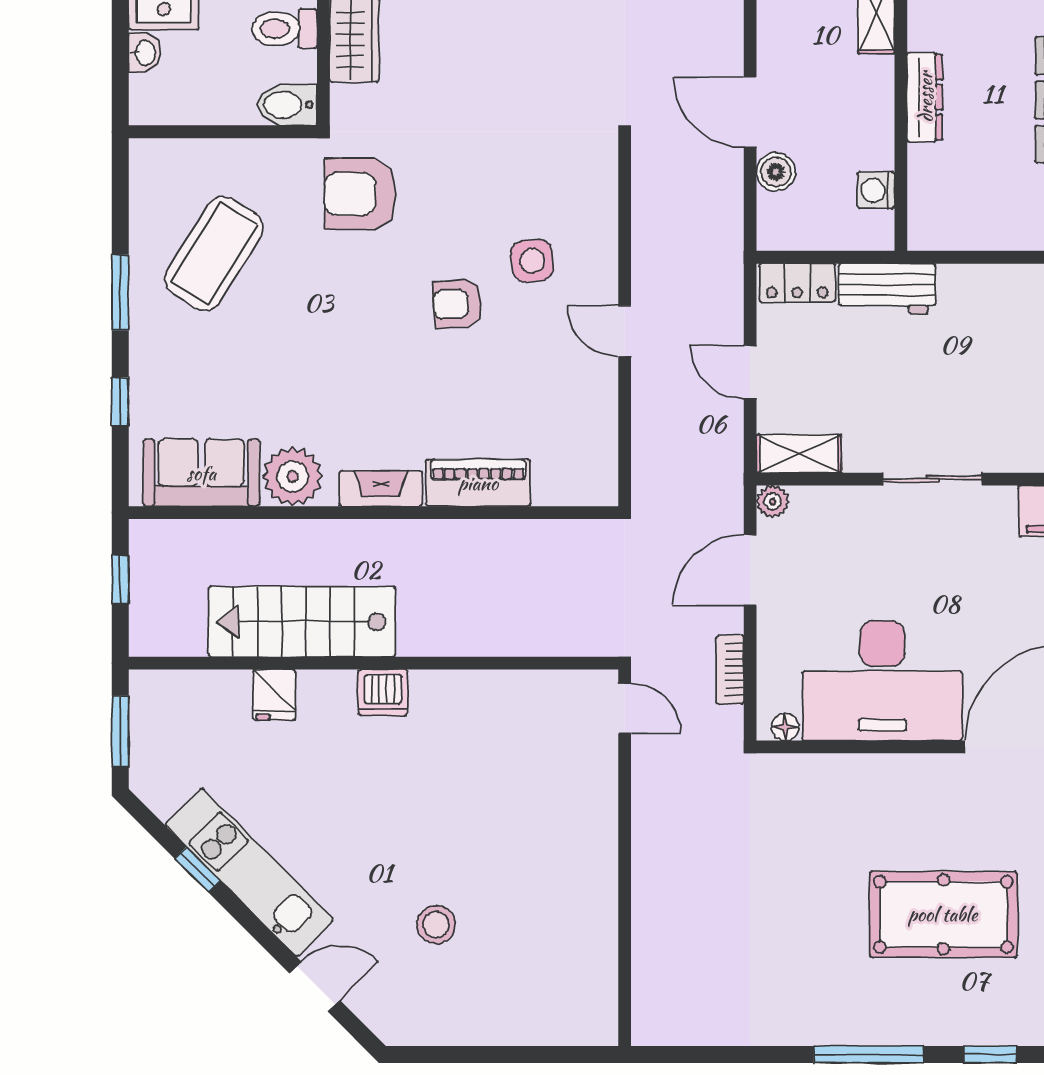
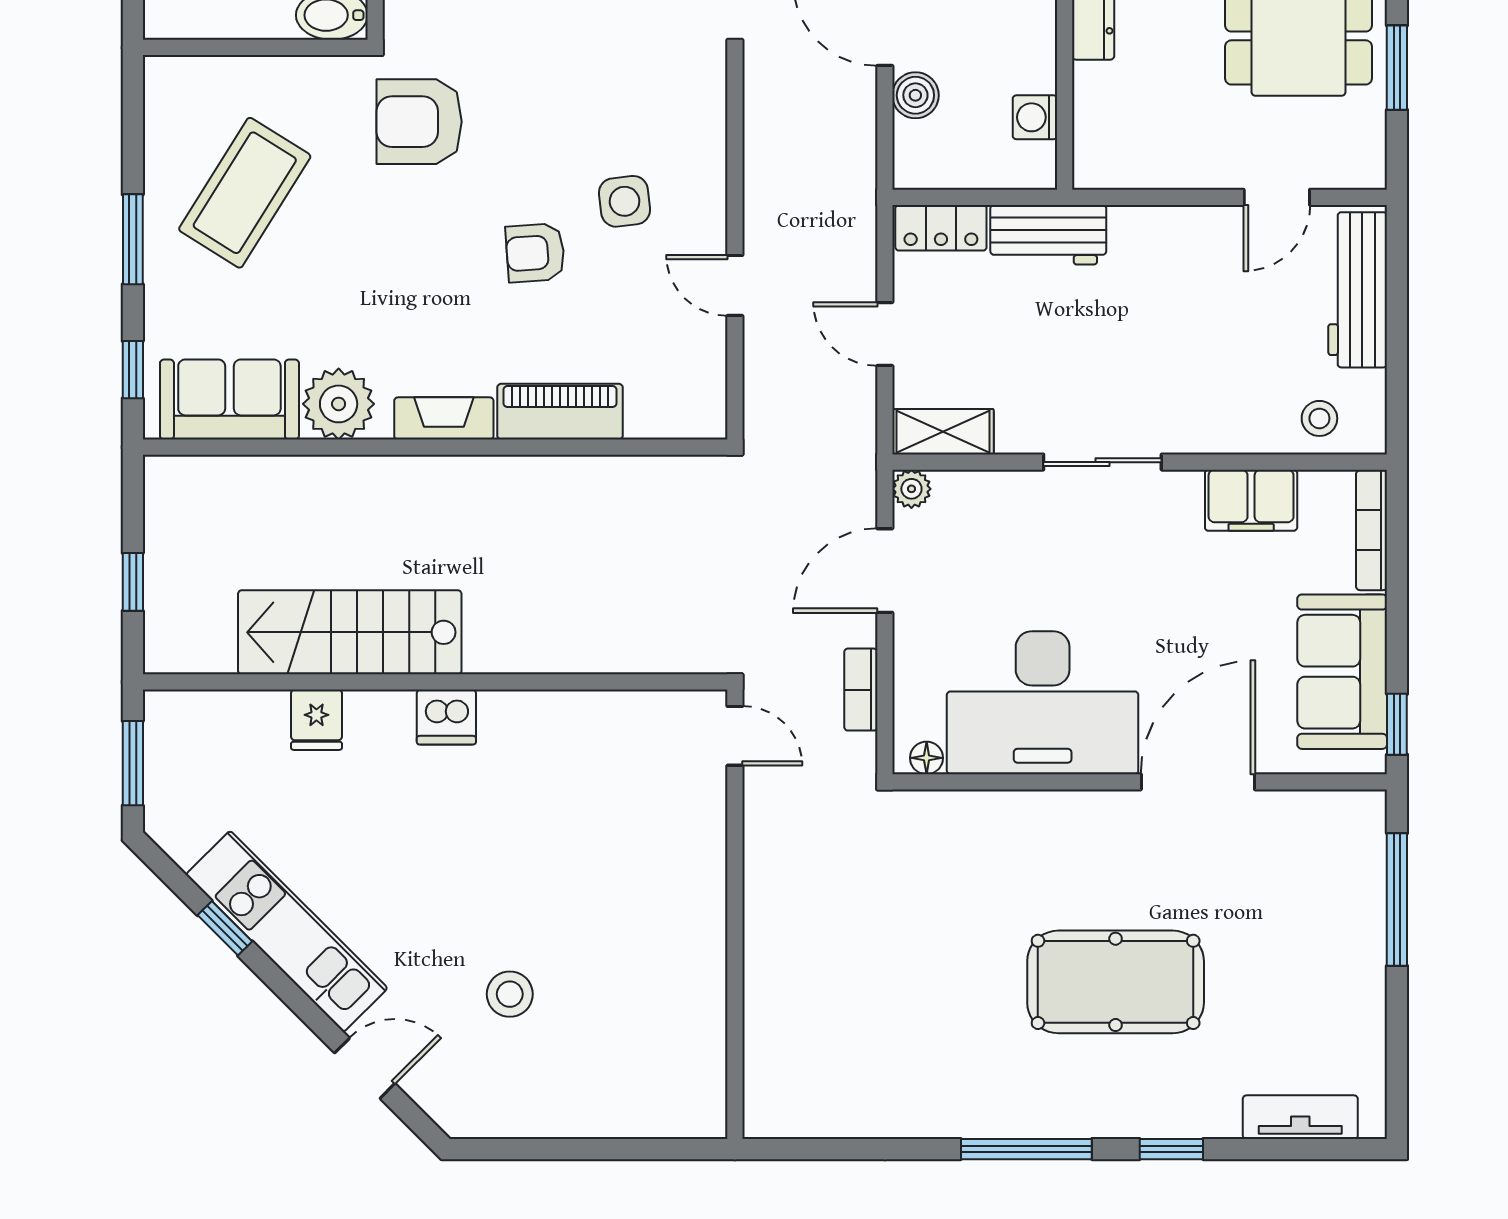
sofa: (201, 473) -> (229, 399), moved
plant: (293, 476) -> (339, 404), moved
piano: (478, 483) -> (560, 412), moved
fireplace: (381, 489) -> (444, 418), moved
wall: (373, 513) -> (435, 447), moved

